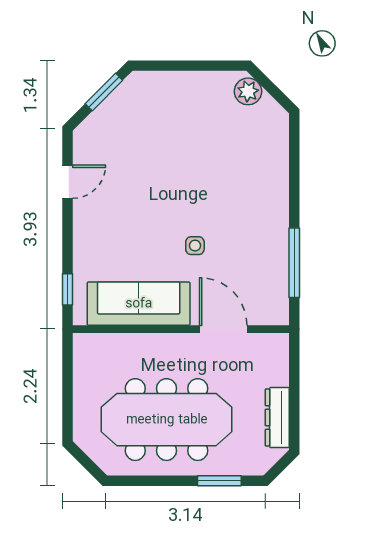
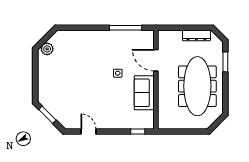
sofa: (139, 304) -> (144, 93), width x0.73
door: (223, 329) -> (156, 60), hinge flipped

